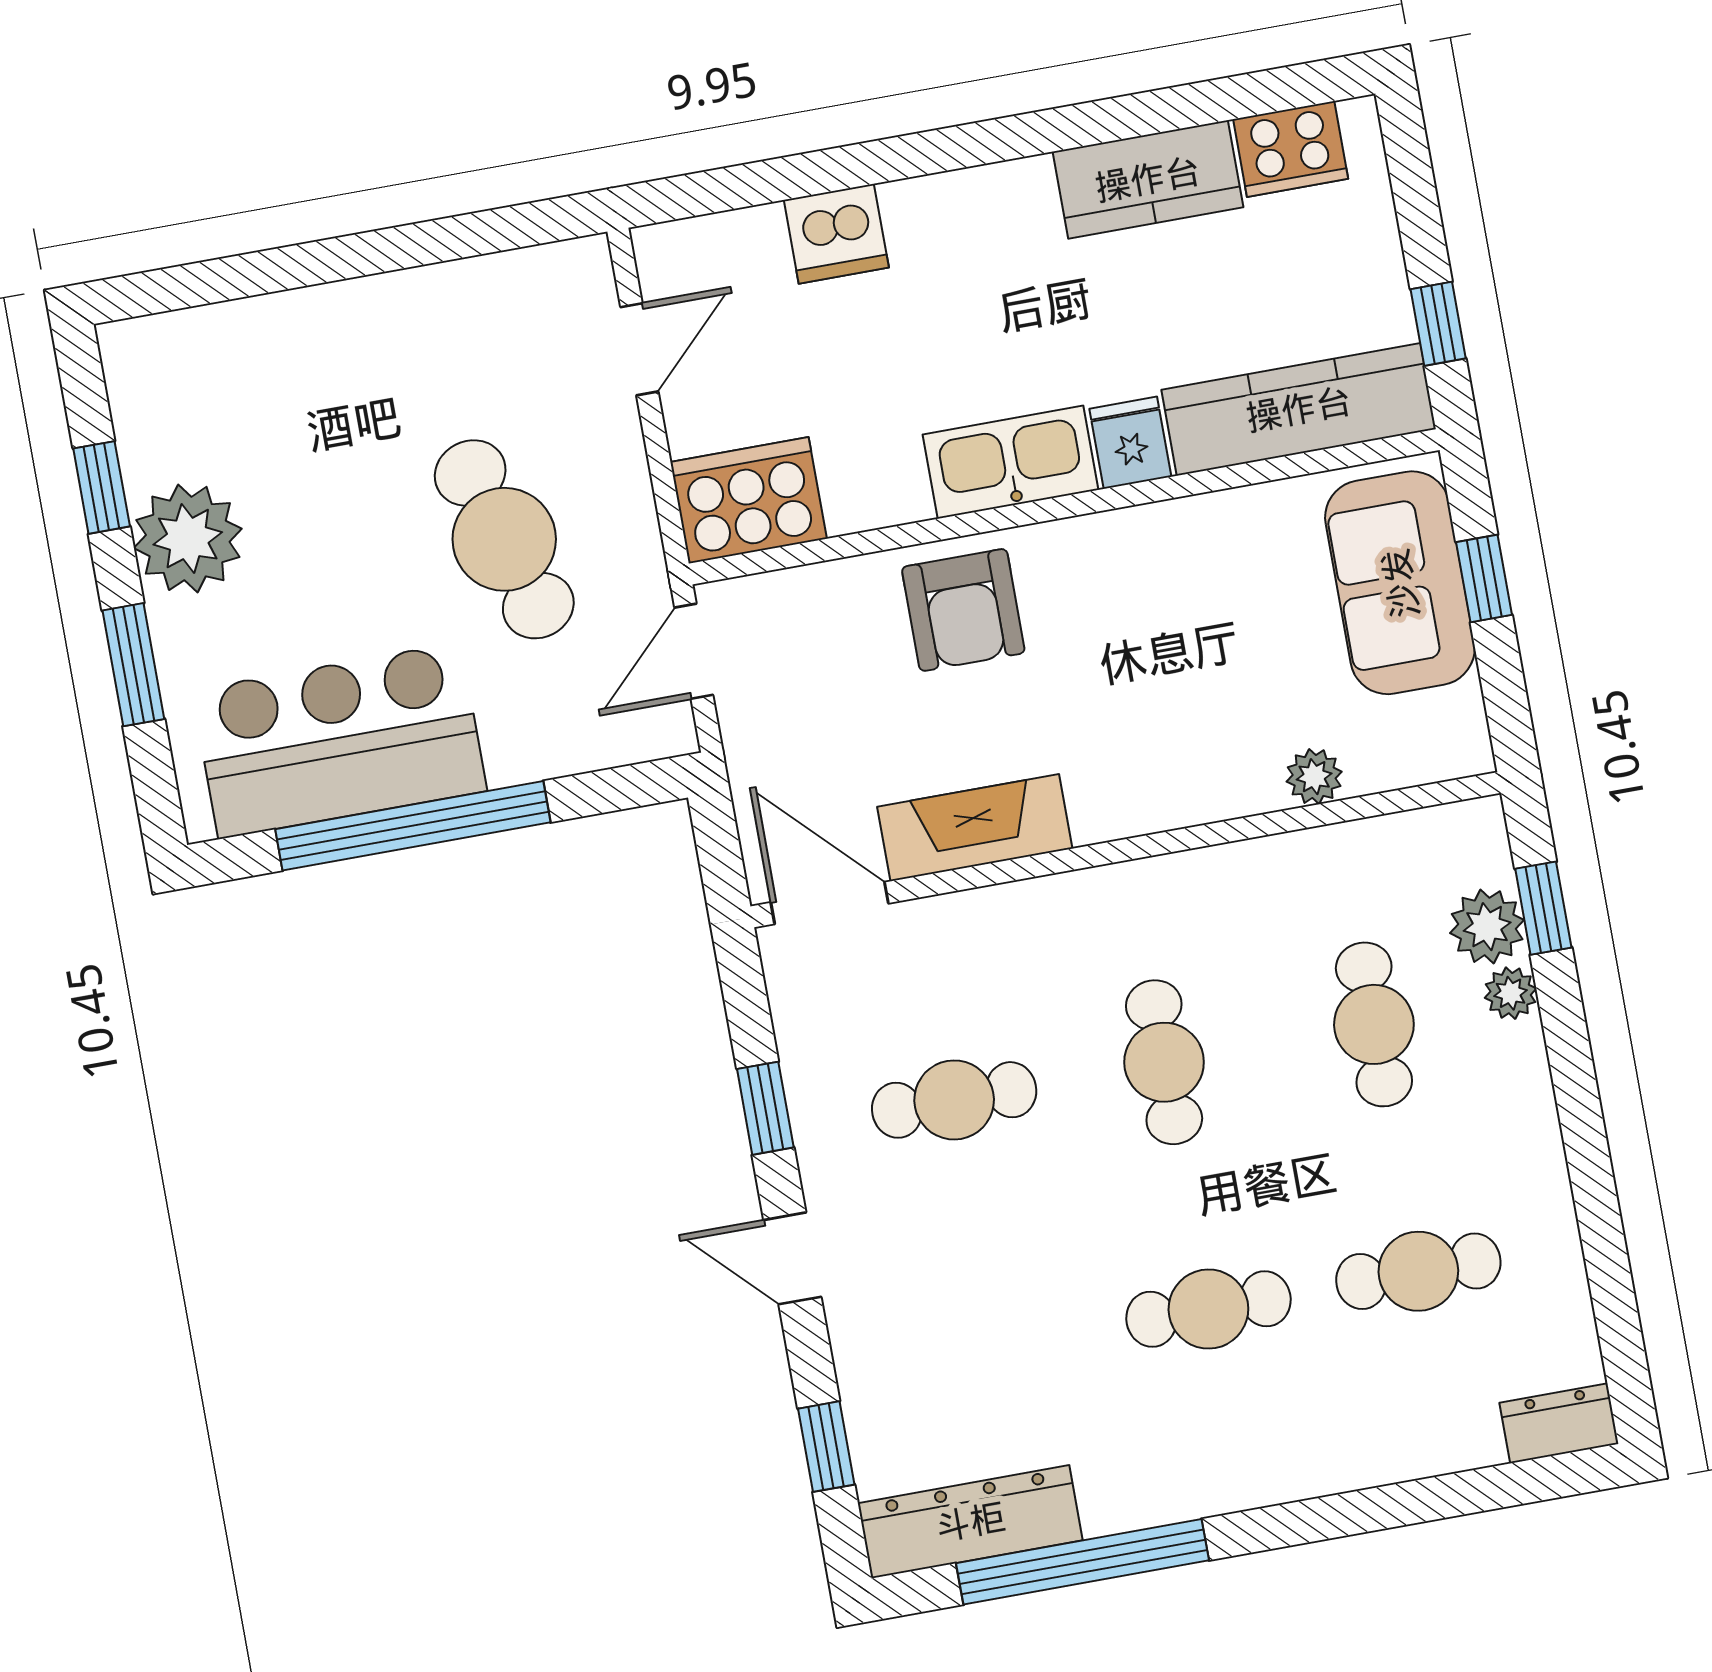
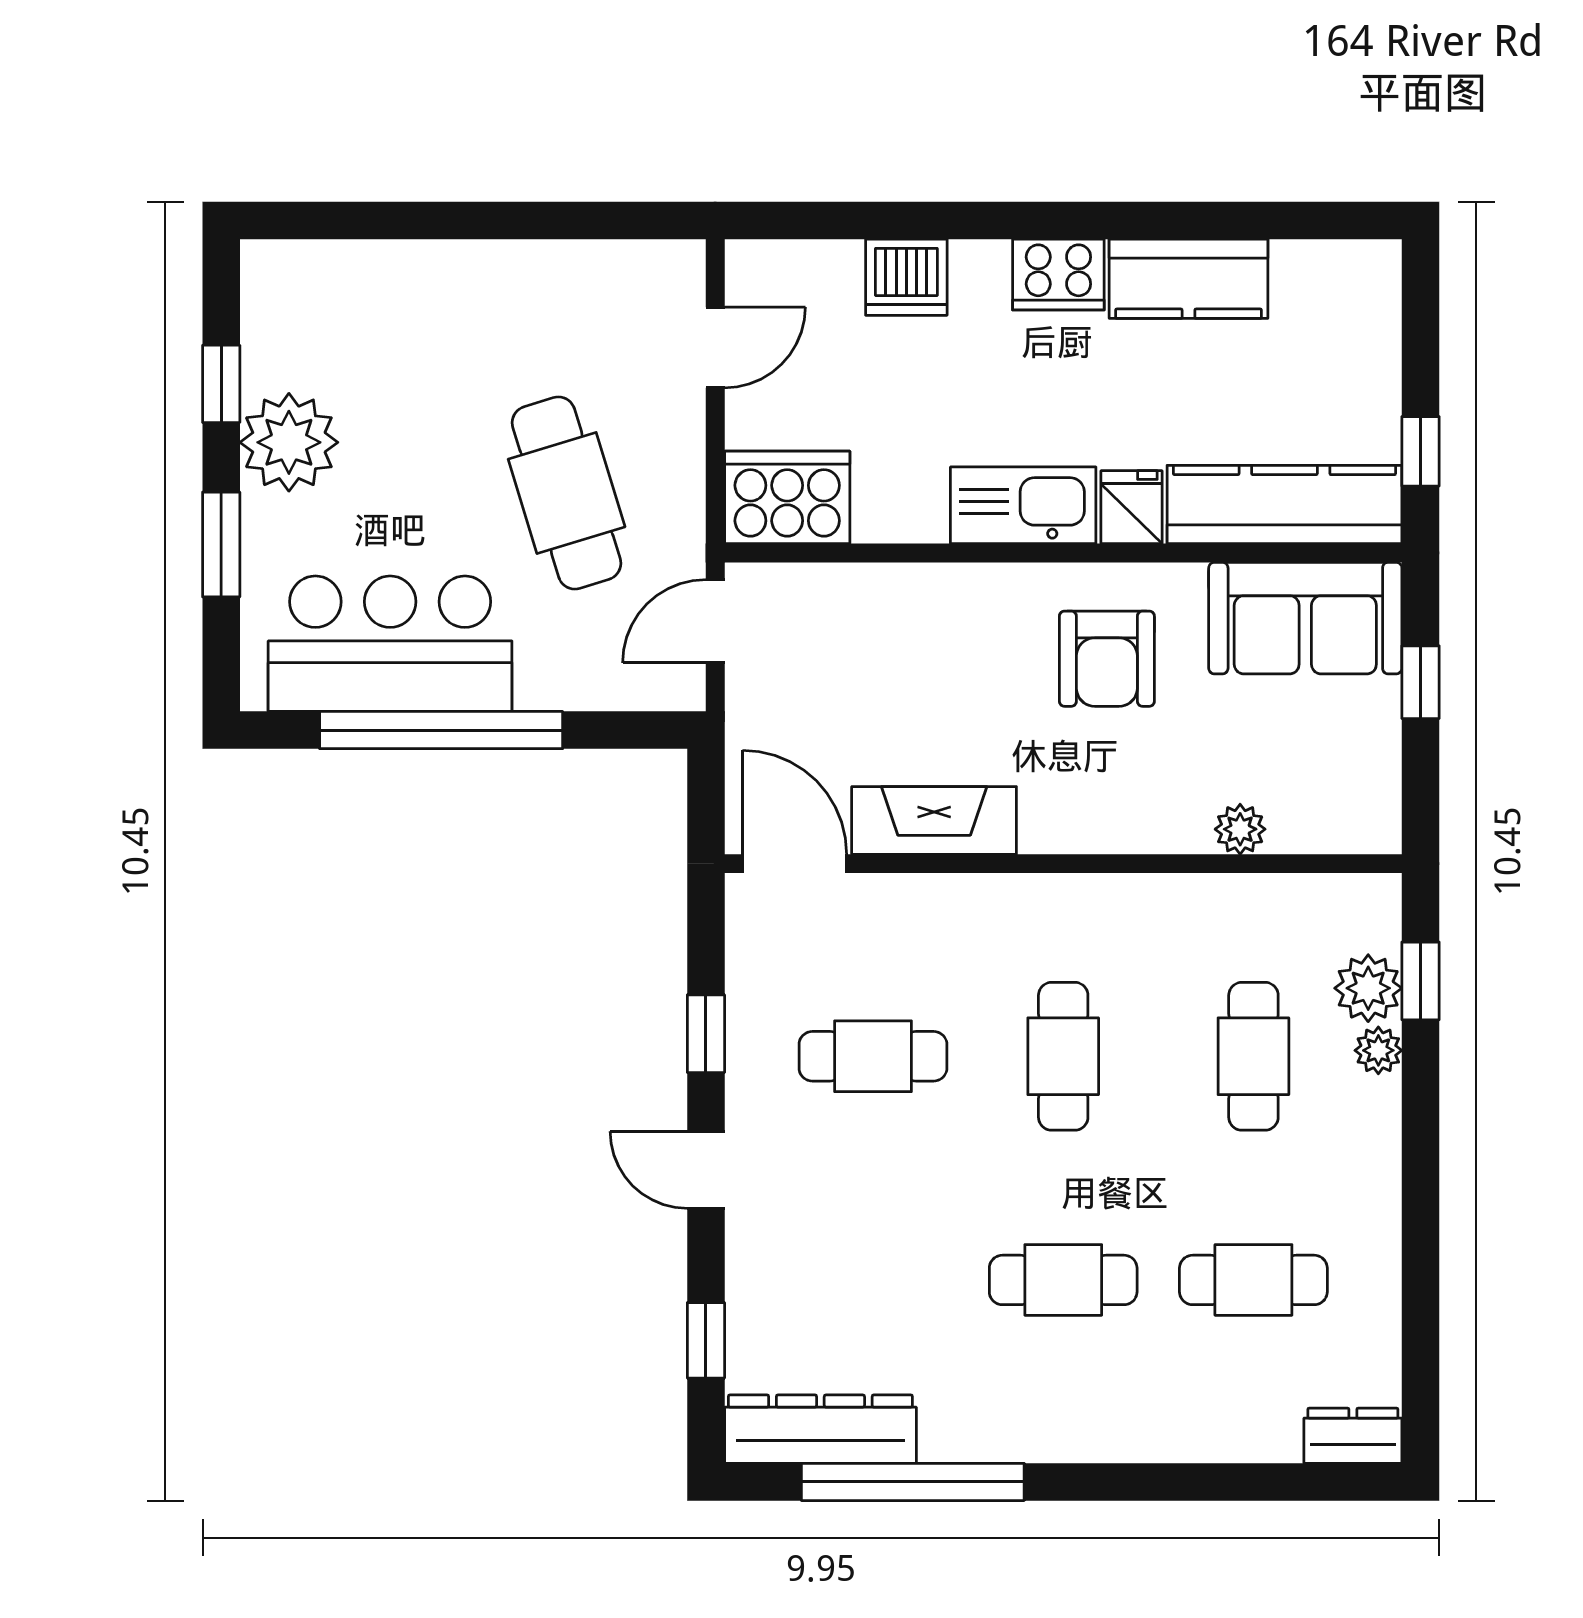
cooker: (1291, 149) -> (1058, 275), moved
sofa: (1400, 583) -> (1305, 618), moved, turned -90
armchair: (963, 610) -> (1107, 659), moved

